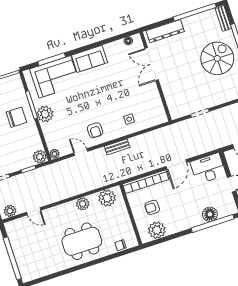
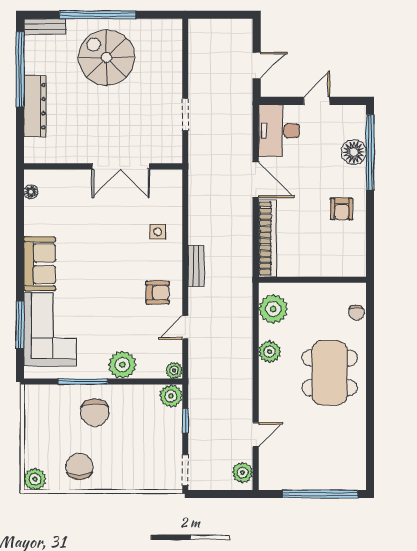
dresser: (165, 31) -> (35, 106), moved
double door: (152, 64) -> (121, 166), moved
plant: (45, 114) -> (122, 365), moved
chair: (16, 117) -> (95, 413), turned 180
armchair: (152, 207) -> (342, 209), moved
plant: (157, 230) -> (351, 246), removed

